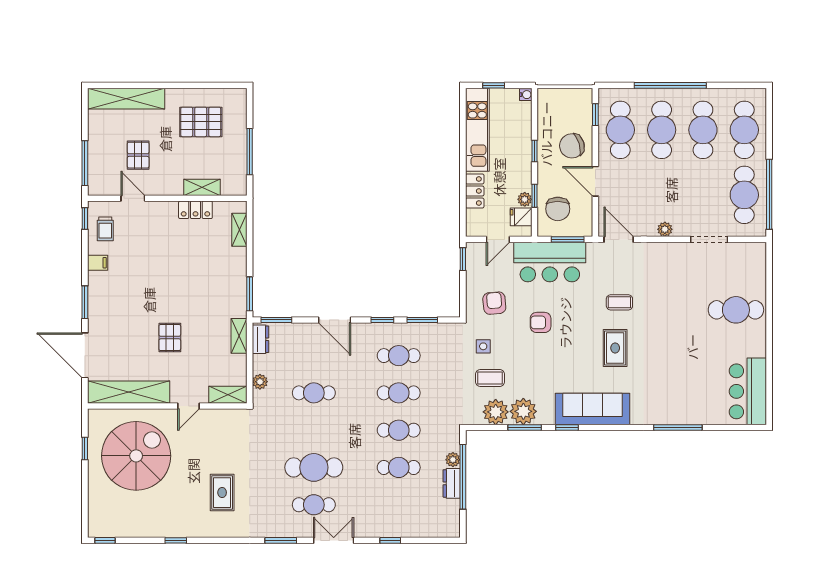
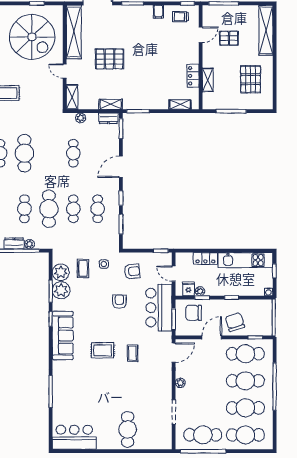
pallet: (170, 338) -> (109, 59), width x1.50, depth x1.42
cafe table: (399, 430) -> (49, 209), width x1.37, depth x1.35

